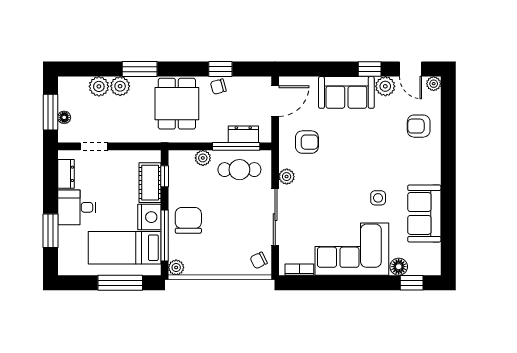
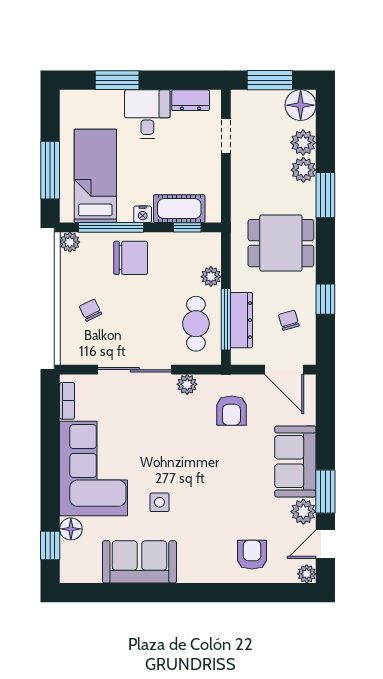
window: (370, 69) -> (325, 491), width x1.50
chair: (218, 87) -> (289, 320), moved
floor lamp: (64, 117) -> (301, 105), moved, width x1.89, depth x1.89
dresser: (243, 134) -> (241, 320), width x1.44
nightstand: (149, 217) -> (143, 214), width x0.53, depth x0.56
chair: (259, 260) -> (90, 310), moved

